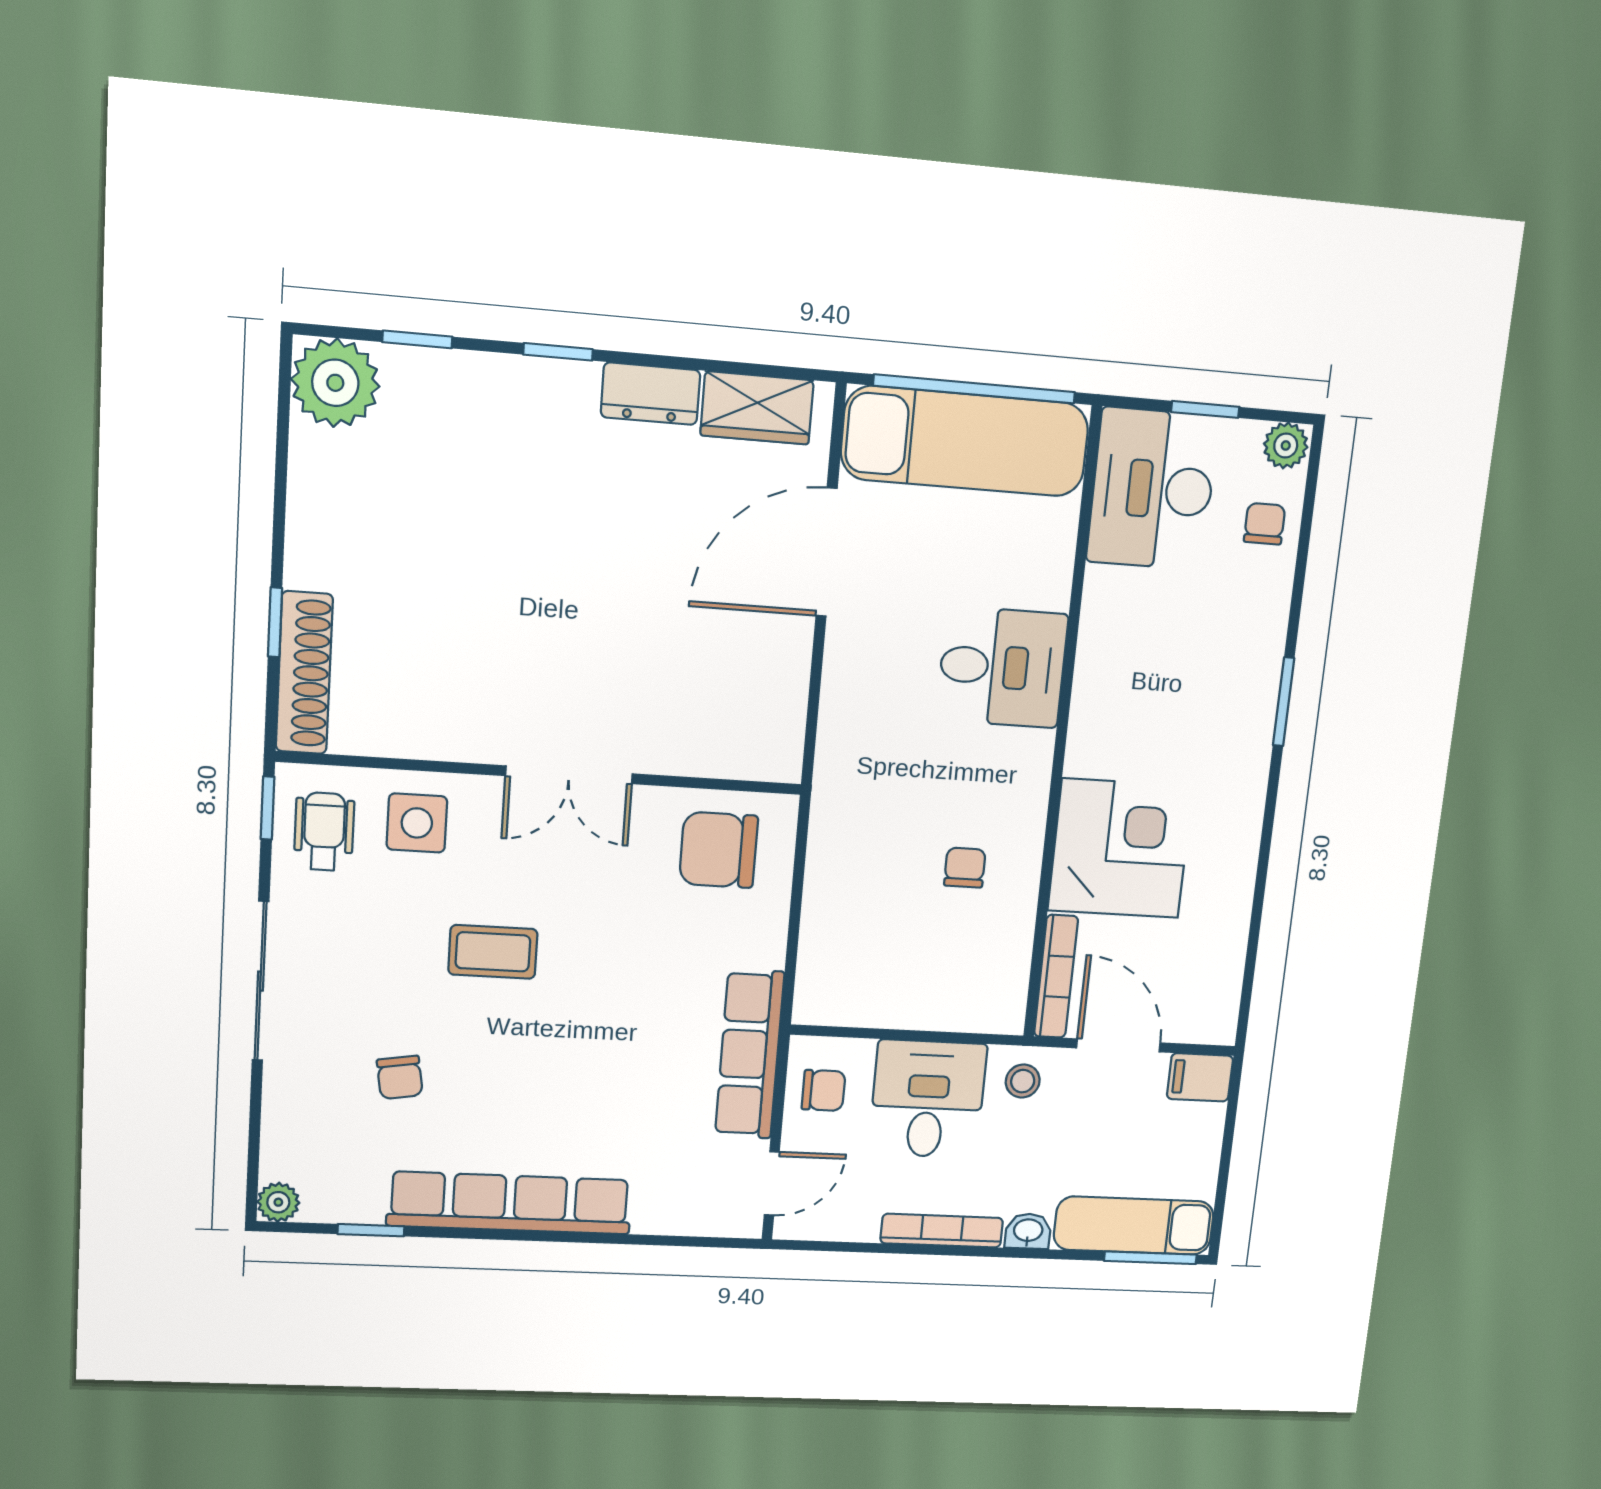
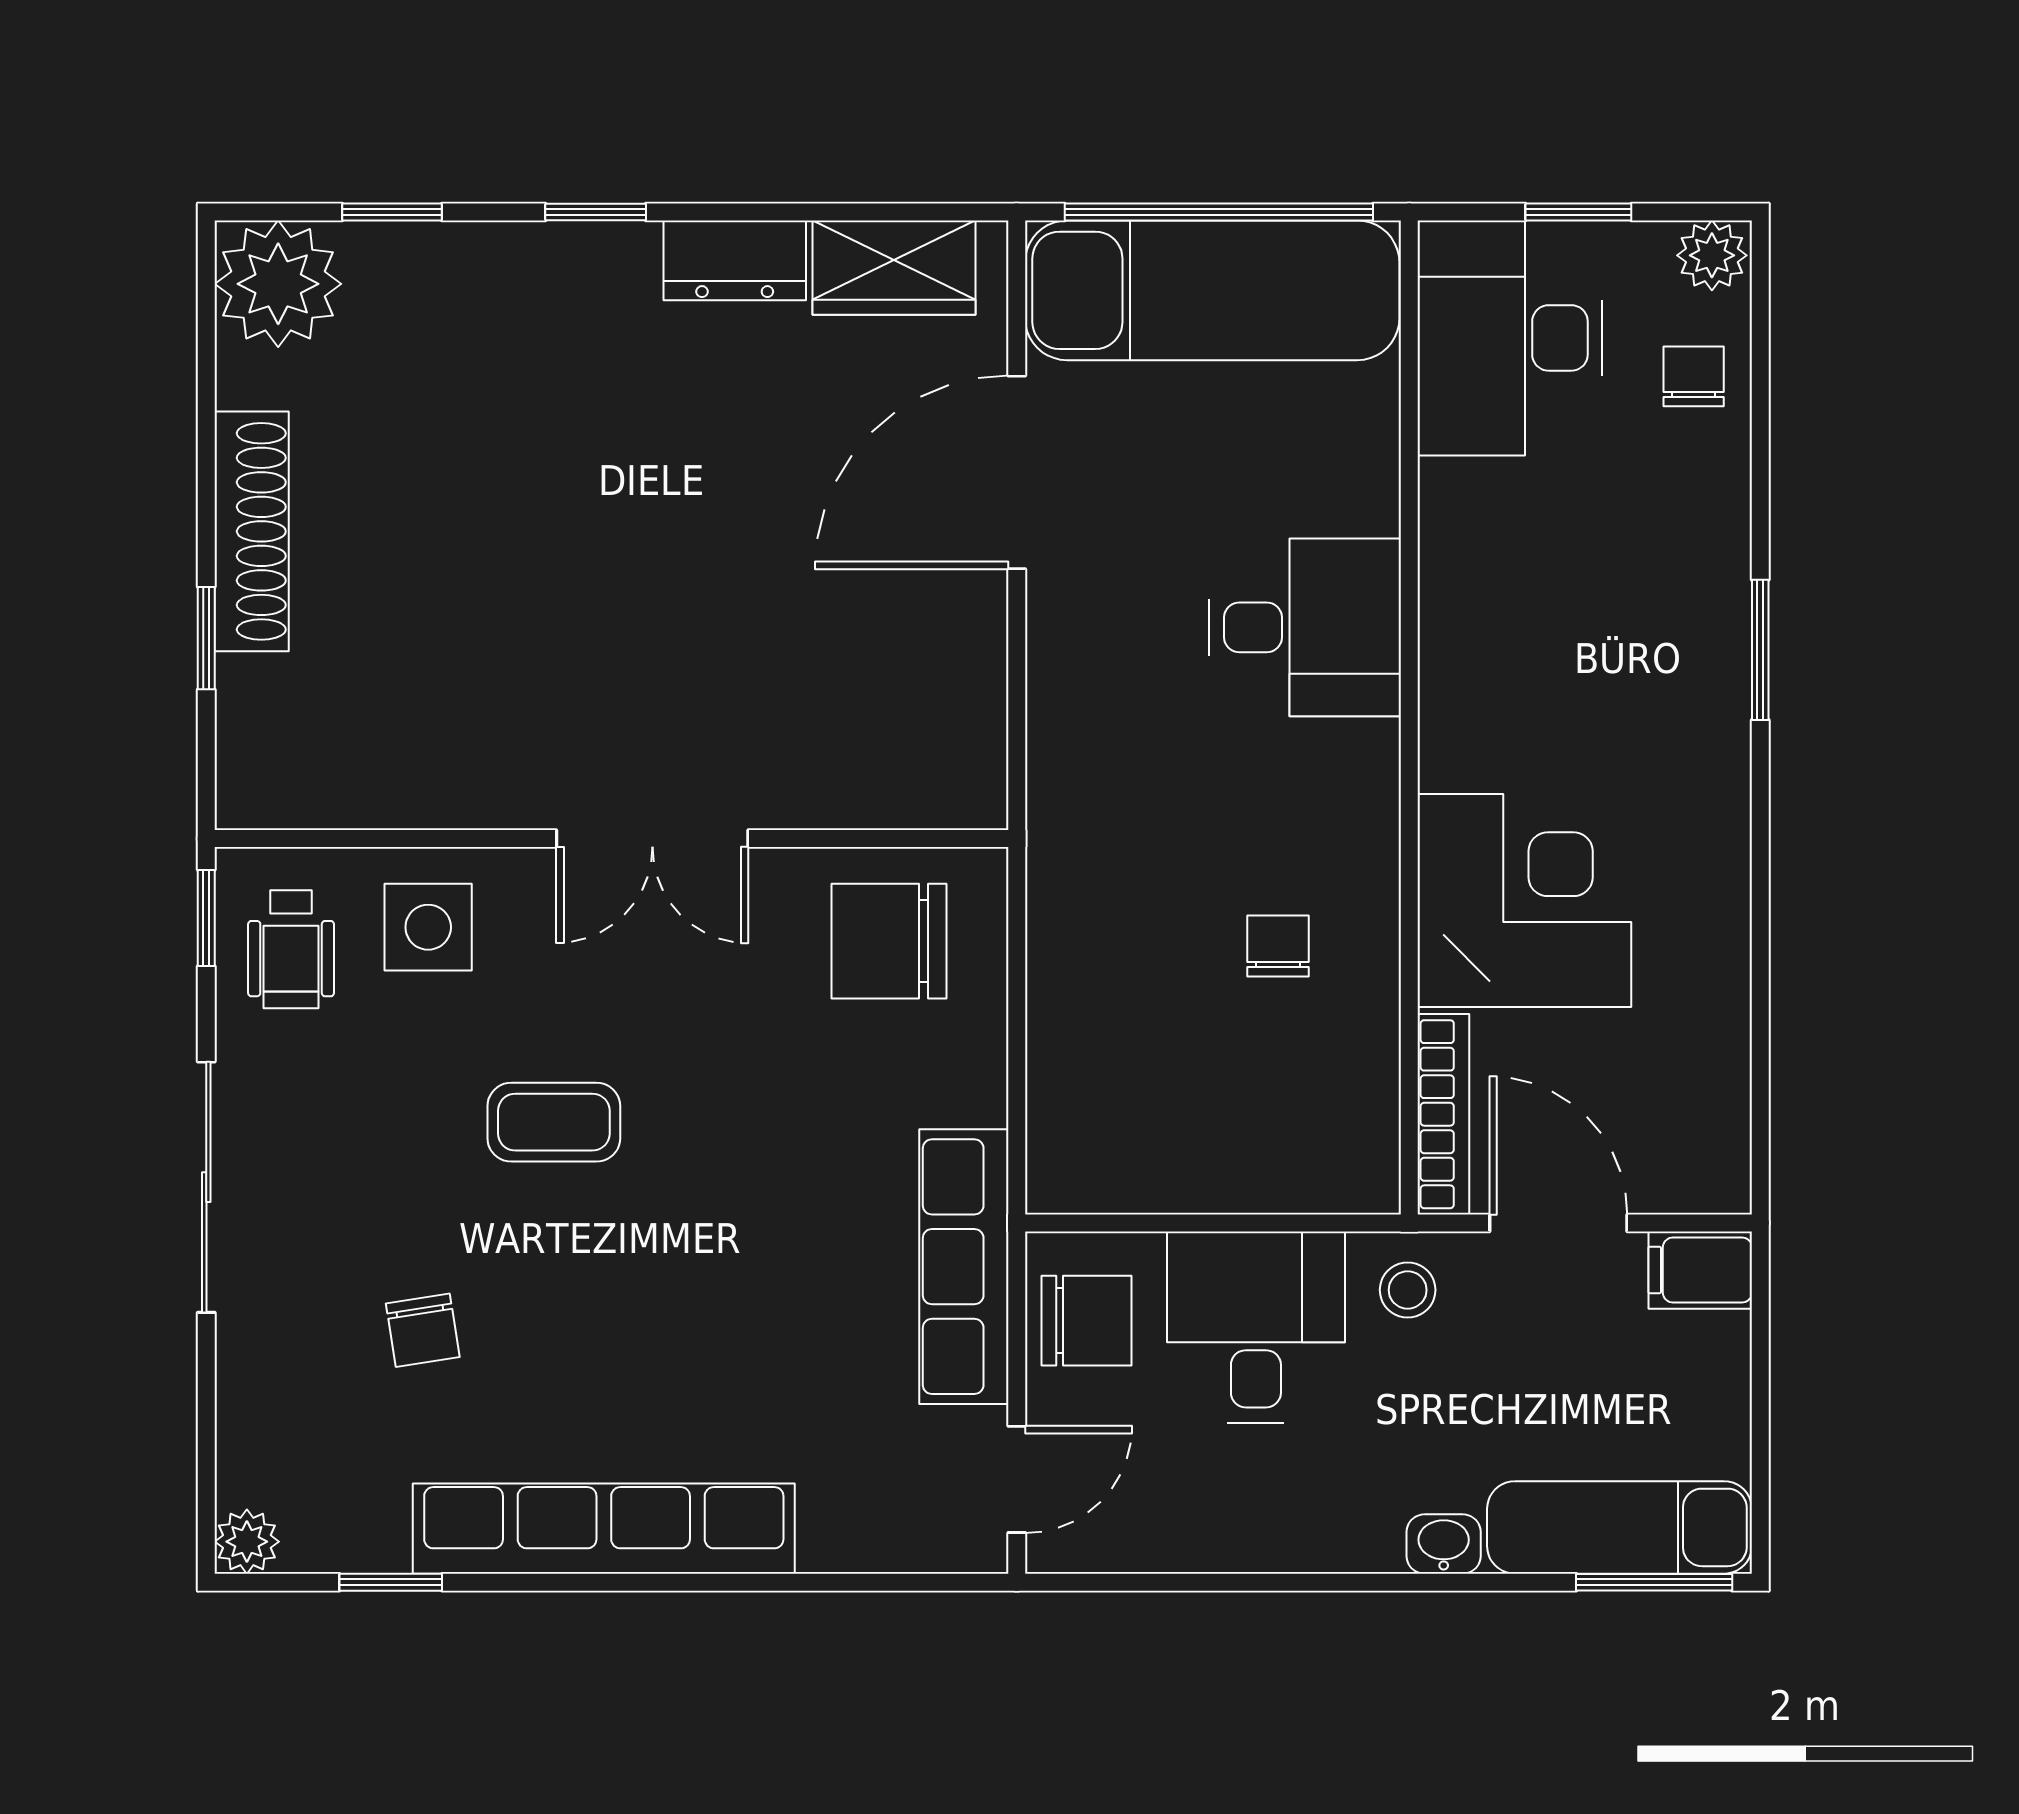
shoe rack: (304, 673) -> (252, 531), moved
wheelchair: (324, 832) -> (291, 949), turned 180
chair: (824, 1090) -> (1087, 1321), width x1.37, depth x1.37
bookcase: (942, 1231) -> (1301, 1548), removed

